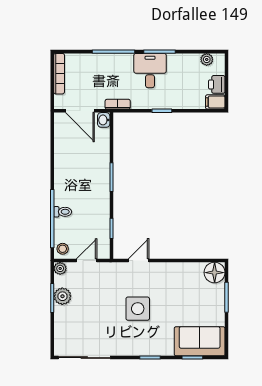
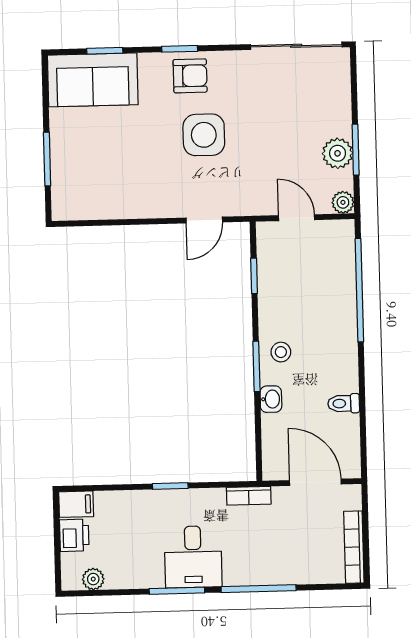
washbasin: (104, 120) -> (271, 399), moved
toilet: (63, 212) -> (344, 403), moved
stool: (63, 249) -> (281, 352), moved
door: (87, 261) -> (296, 218), swing flipped
floor lamp: (215, 273) -> (69, 202), removed
armchair: (145, 342) -> (190, 76), added

